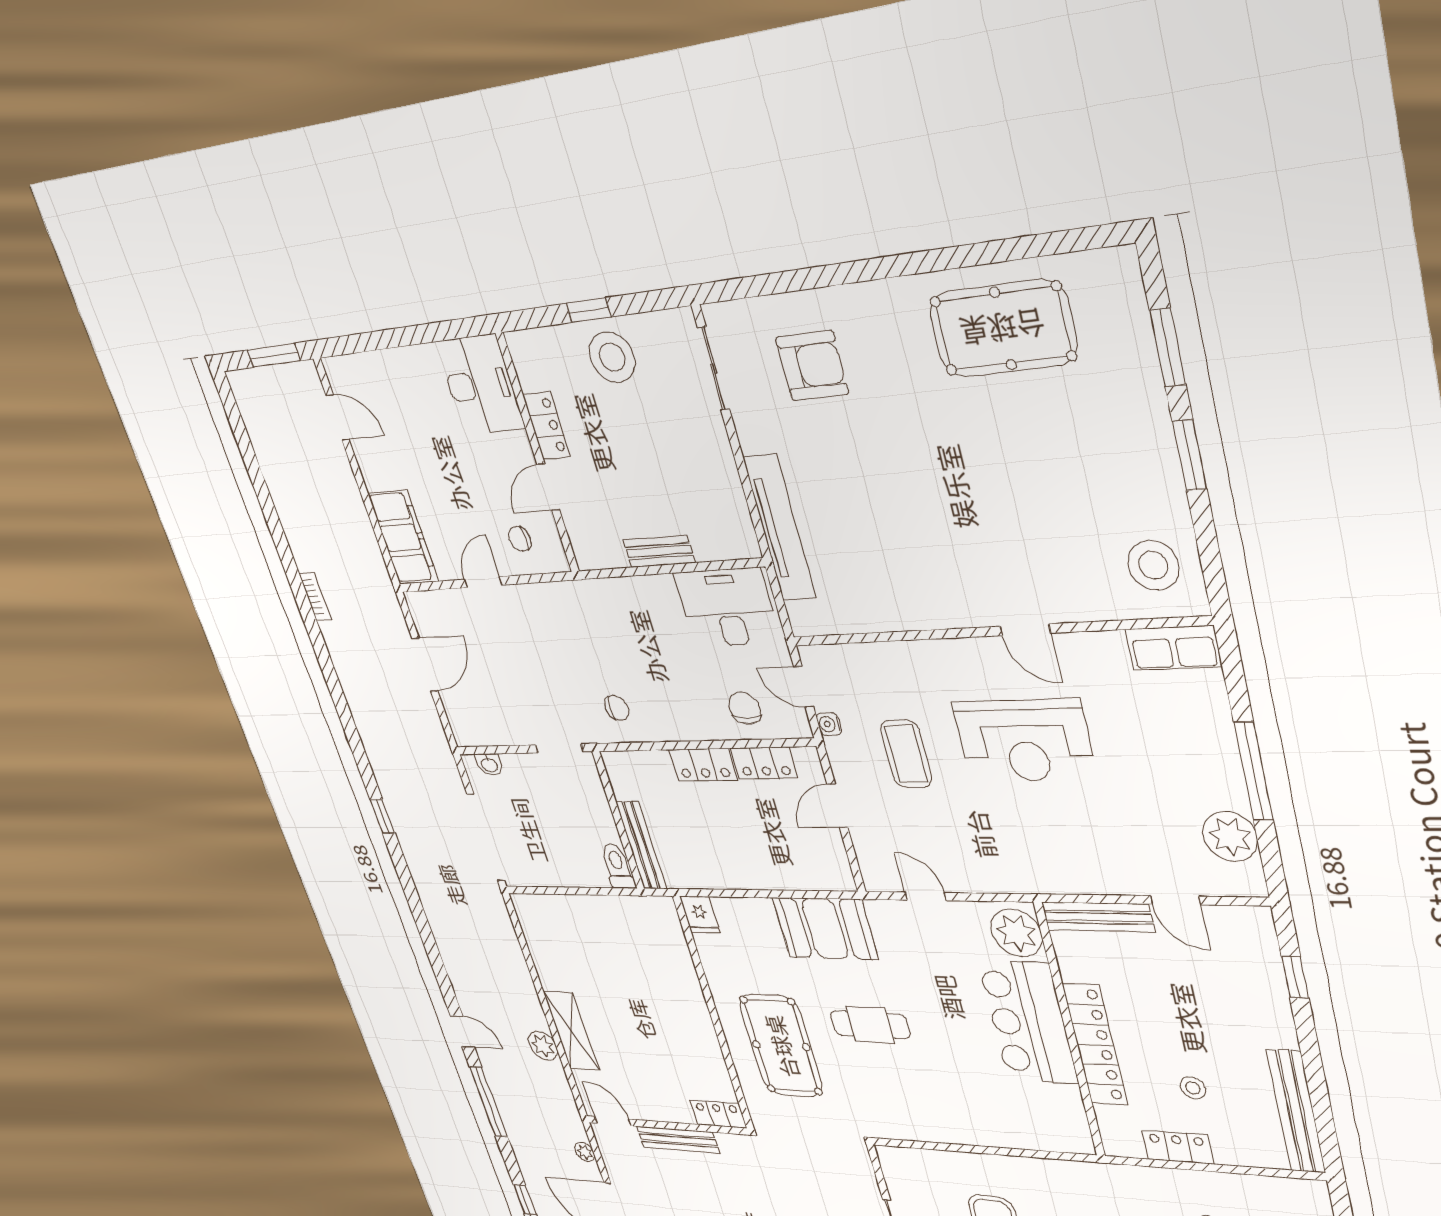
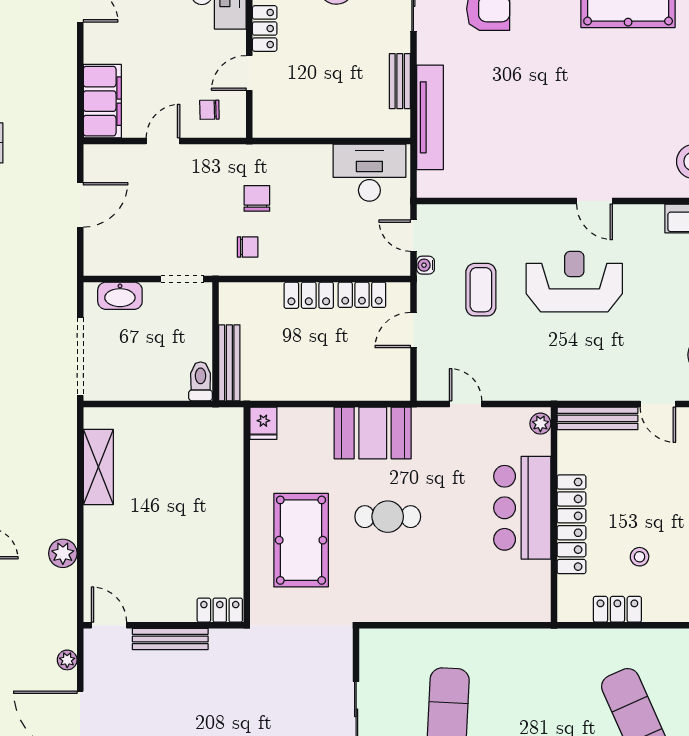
bench: (659, 551) -> (400, 81), moved, turned 90
chair: (745, 708) -> (257, 198), moved
reception desk: (1024, 741) -> (574, 282), turned 180
washbasin: (489, 765) -> (120, 296), width x1.91, depth x1.45
plant: (1016, 933) -> (540, 424), width x0.53, depth x0.53
shelving: (571, 1031) -> (98, 467), moved

